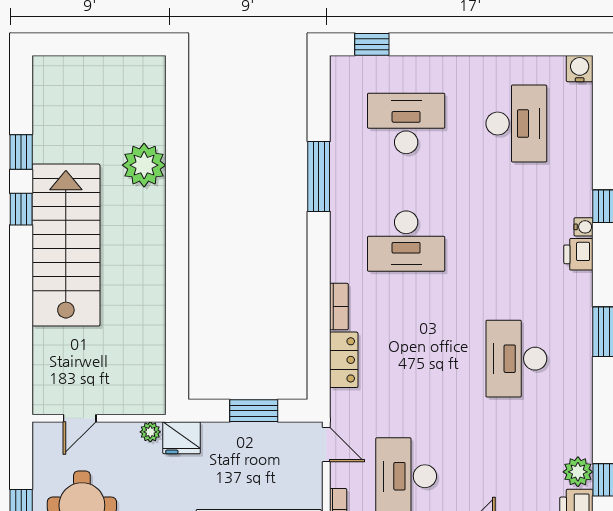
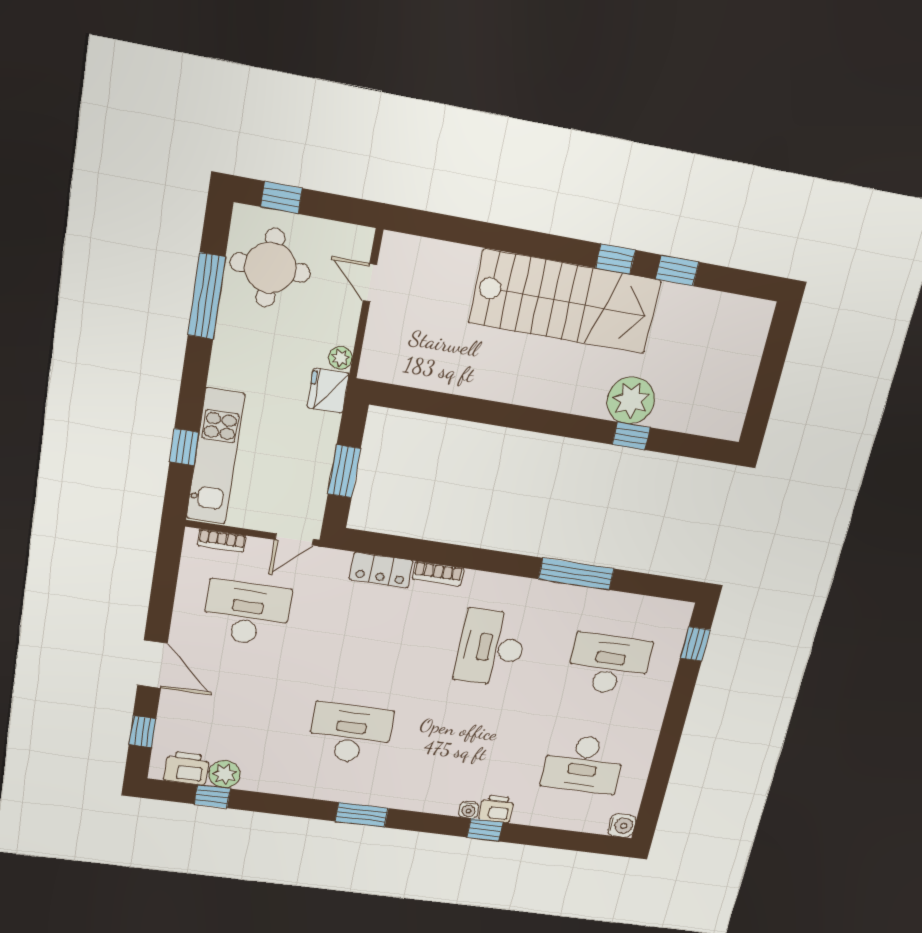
desk: (406, 124) -> (609, 664), turned -90
window: (177, 157) -> (631, 436), added
printer: (578, 254) -> (497, 809), moved

